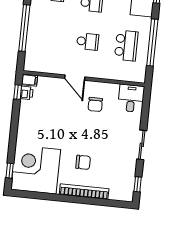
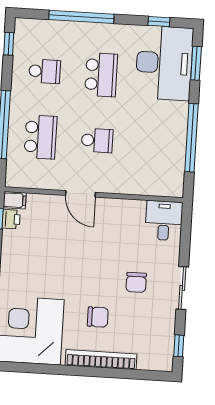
school desk: (126, 46) -> (41, 137), moved
chair: (95, 104) -> (136, 282), moved

